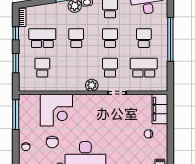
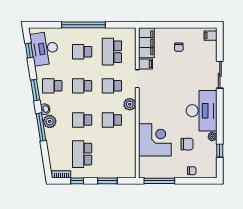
school desk: (42, 68) -> (112, 120), moved
filing cabinet: (132, 101) -> (146, 64), added
filing cabinet: (160, 109) -> (146, 43), moved, turned -90

